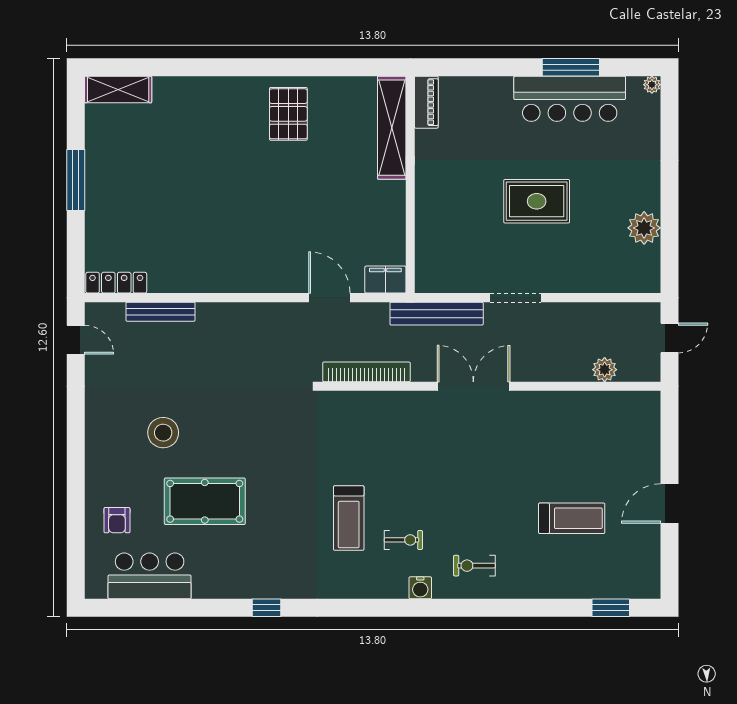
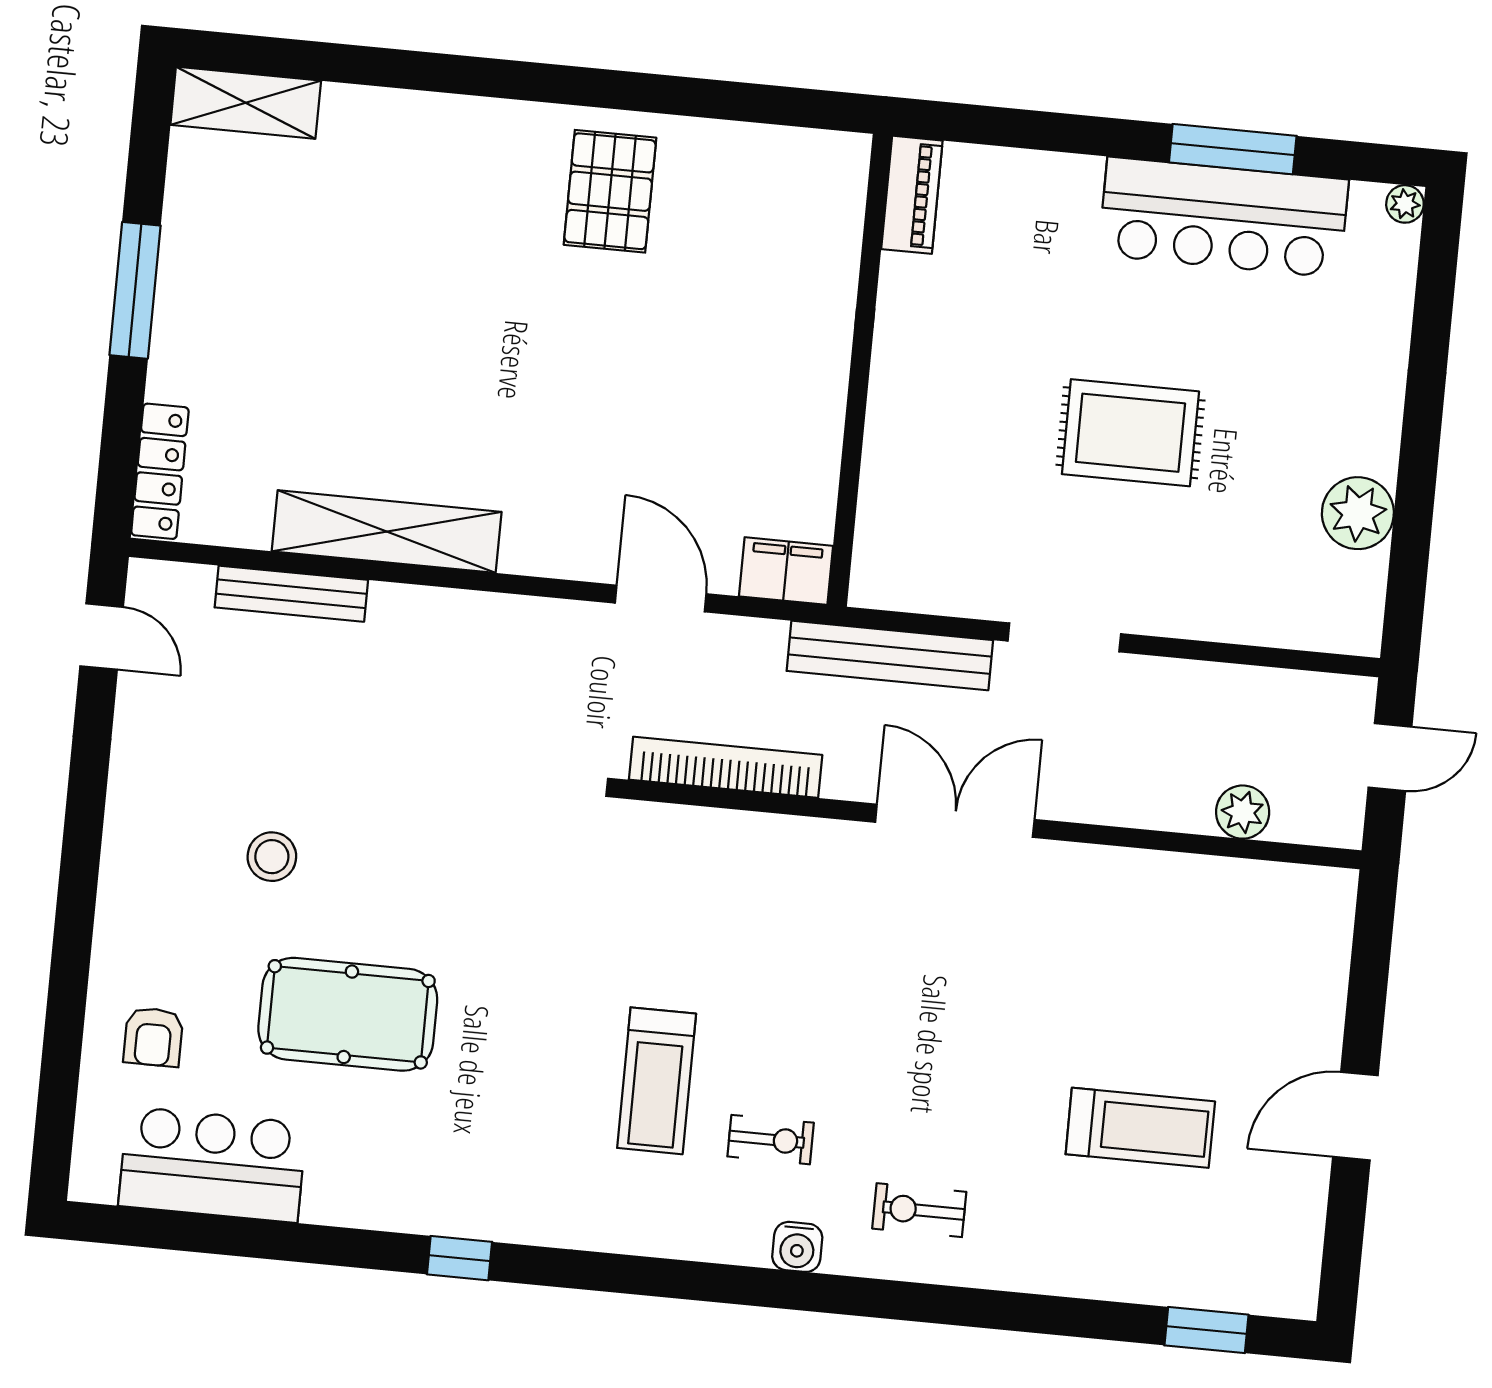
shelving: (392, 128) -> (387, 532), moved, turned 90
locker: (116, 283) -> (160, 471), moved, turned 90
stool: (163, 433) -> (272, 857), width x0.73, depth x0.73

